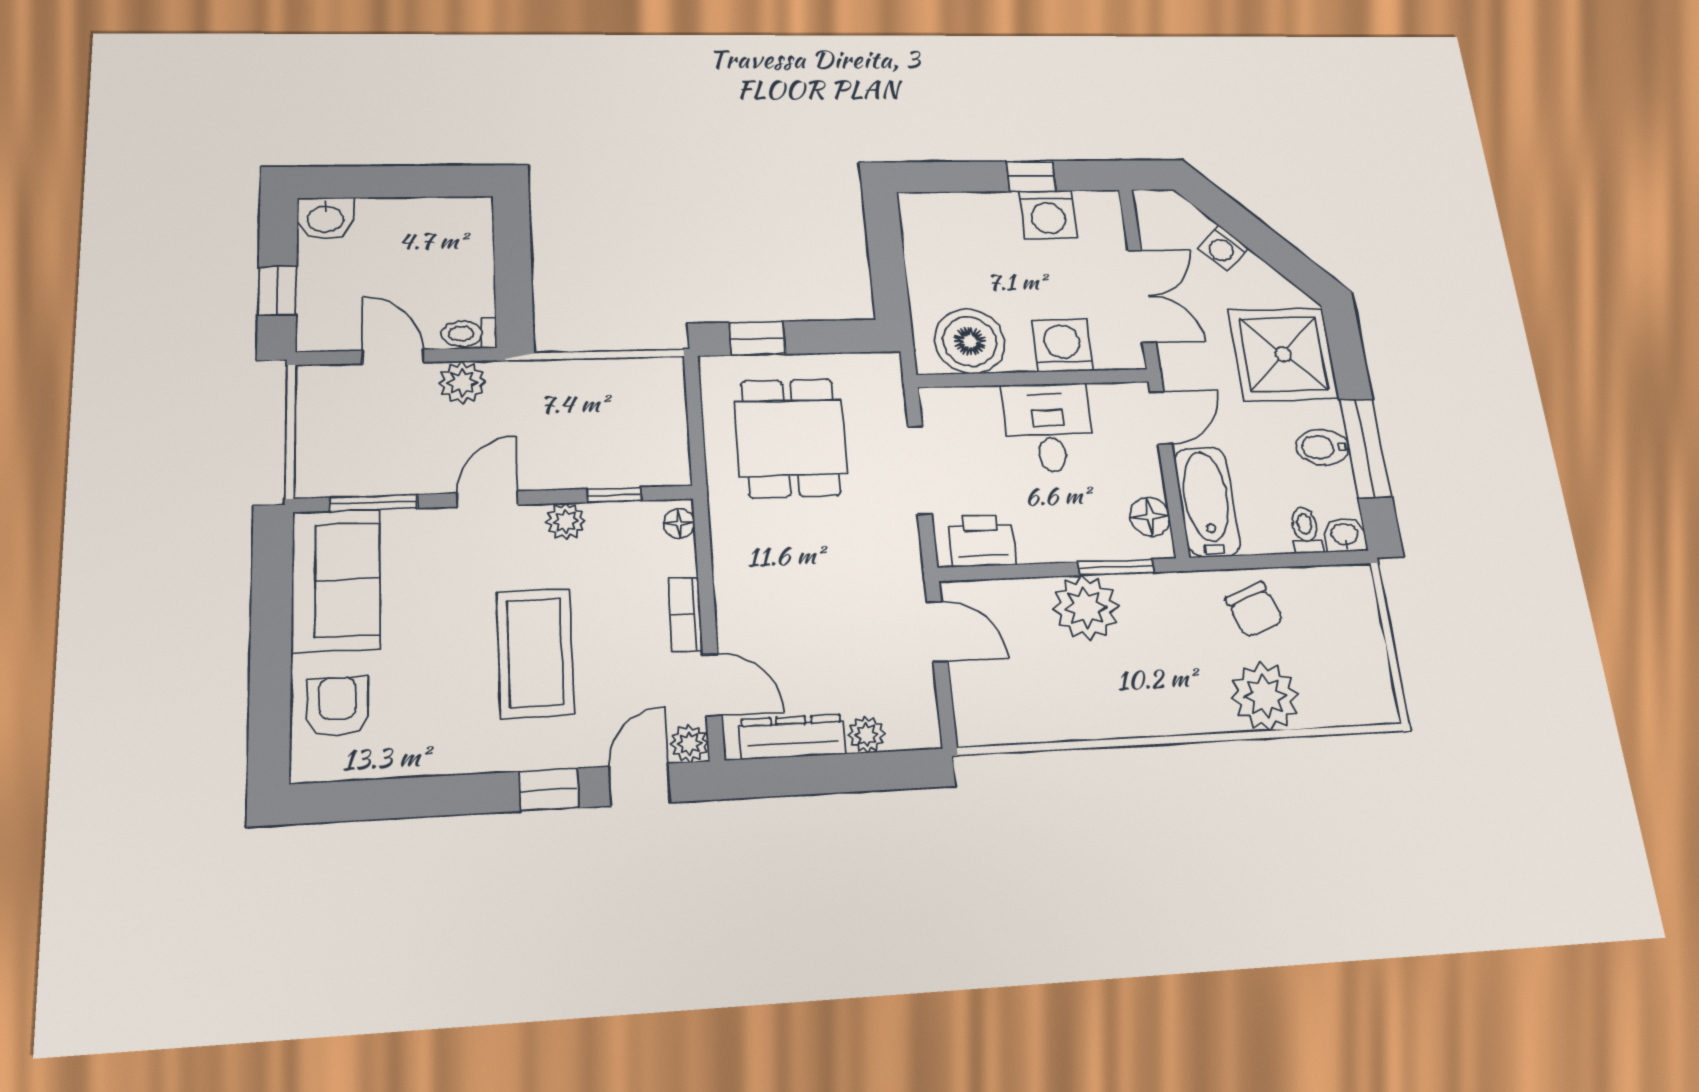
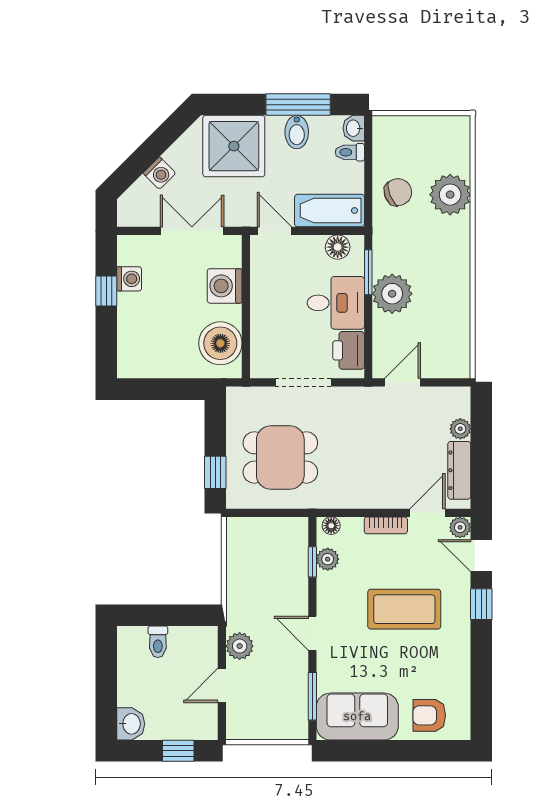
washing machine: (1048, 214) -> (129, 279), width x0.73, depth x0.73
toilet: (469, 333) -> (158, 642), moved
desk: (1049, 427) -> (336, 303), moved, turned 180
plant: (566, 521) -> (328, 559), moved

